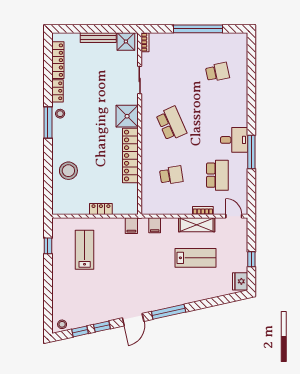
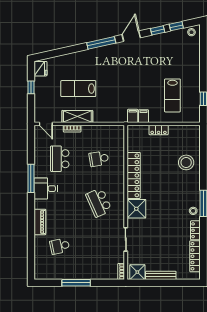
window: (198, 29) -> (76, 283), width x0.68
piano: (241, 101) -> (40, 222), added
filing cabinet: (155, 225) -> (143, 116), moved

